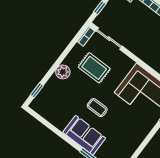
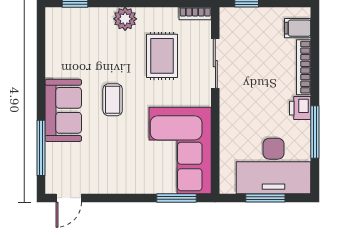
sliding door: (109, 39) -> (215, 64), moved

